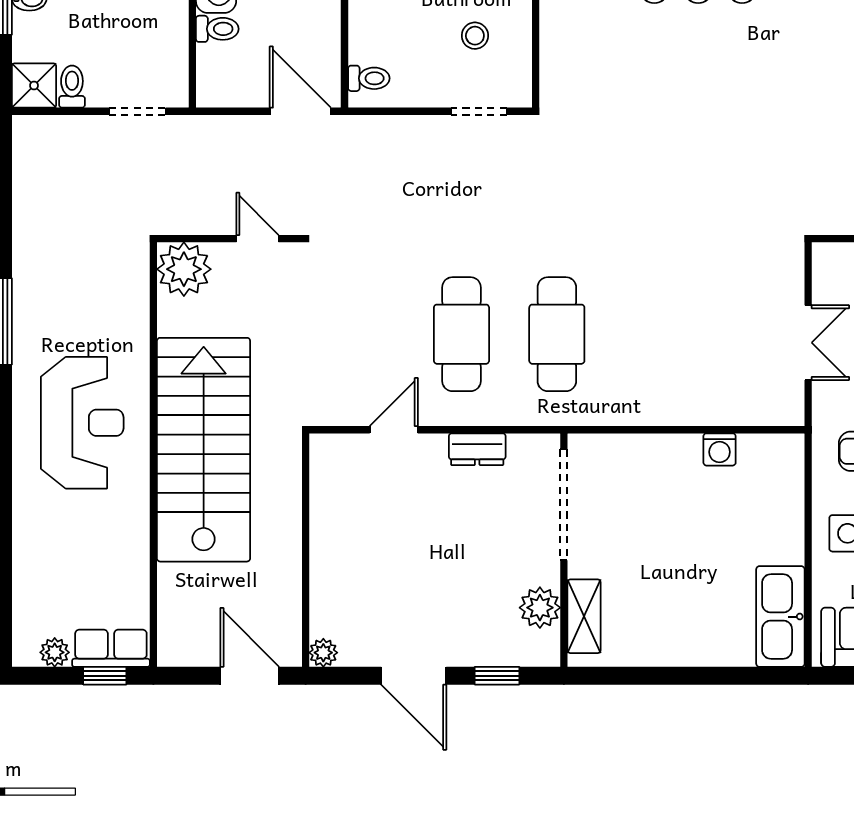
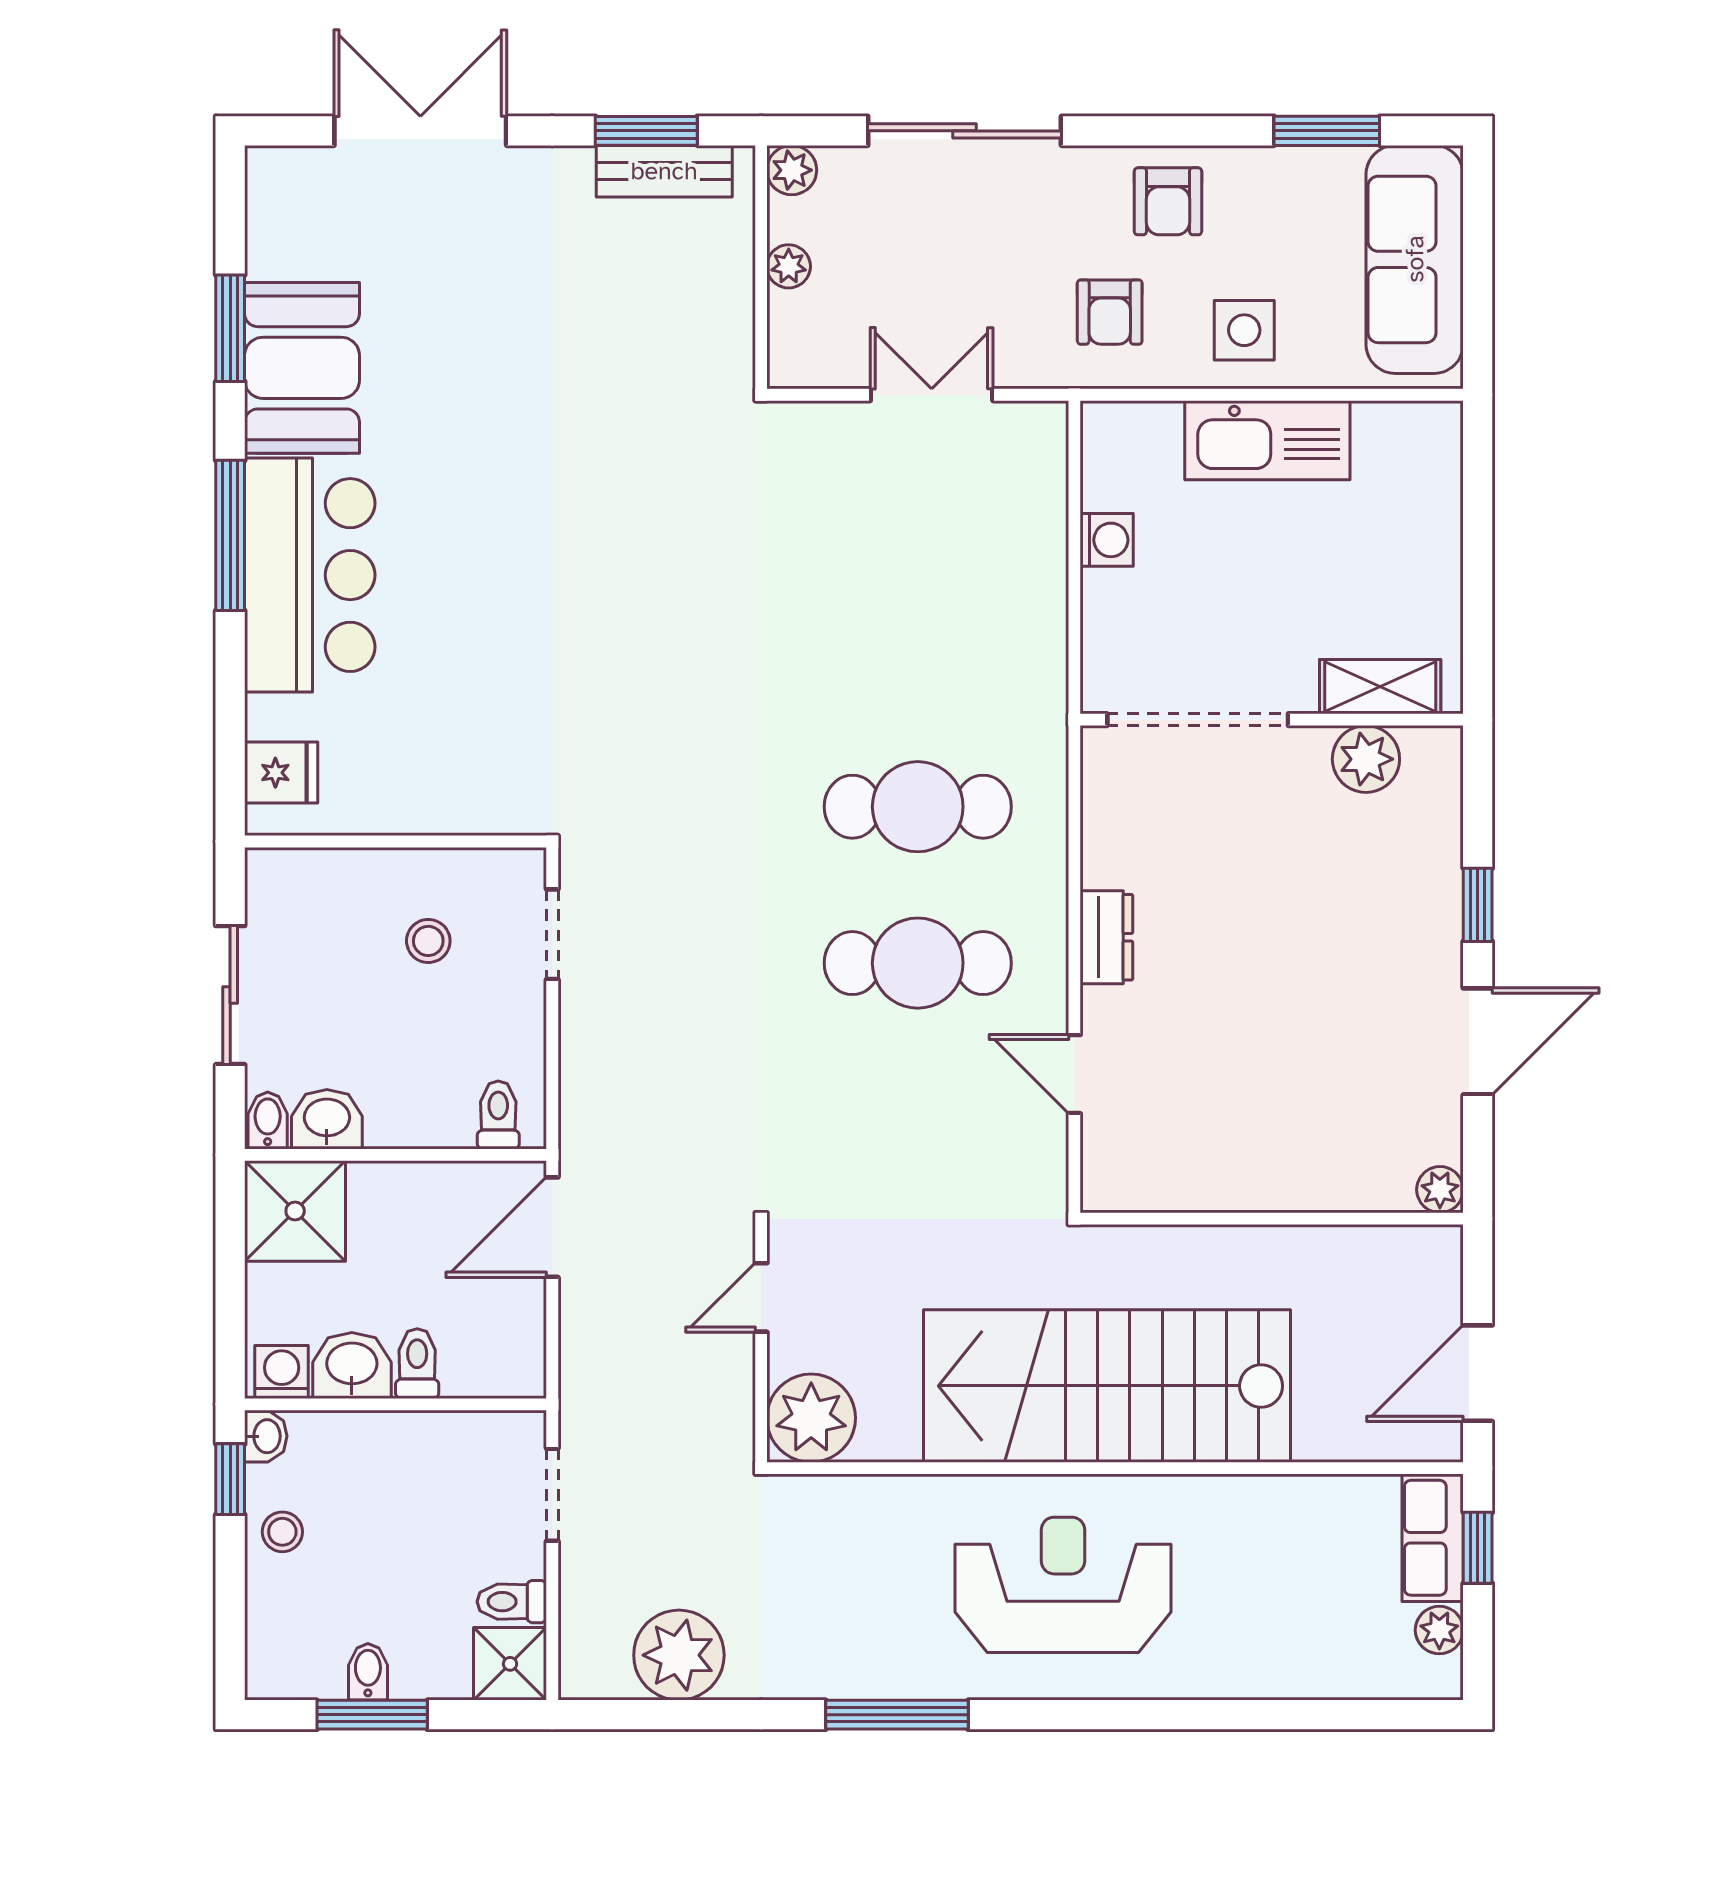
plant: (39, 189) -> (679, 1655), added
doorway: (564, 505) -> (1198, 720), moved
wall: (564, 550) -> (1272, 720), moved
plant: (540, 608) -> (1366, 759), moved
shelving: (584, 616) -> (1380, 687), moved
kitchen sink: (780, 617) -> (1267, 440), moved
door: (250, 676) -> (1478, 1373), moved

